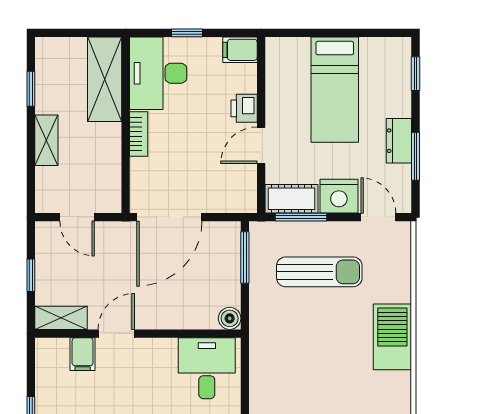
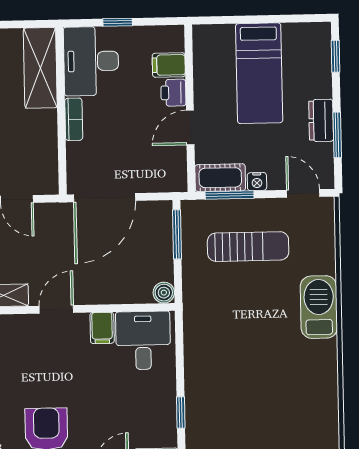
filing cabinet: (240, 50) -> (169, 65), moved
nightstand: (339, 196) -> (257, 182), width x0.53, depth x0.56
filing cabinet: (83, 354) -> (102, 328), moved

